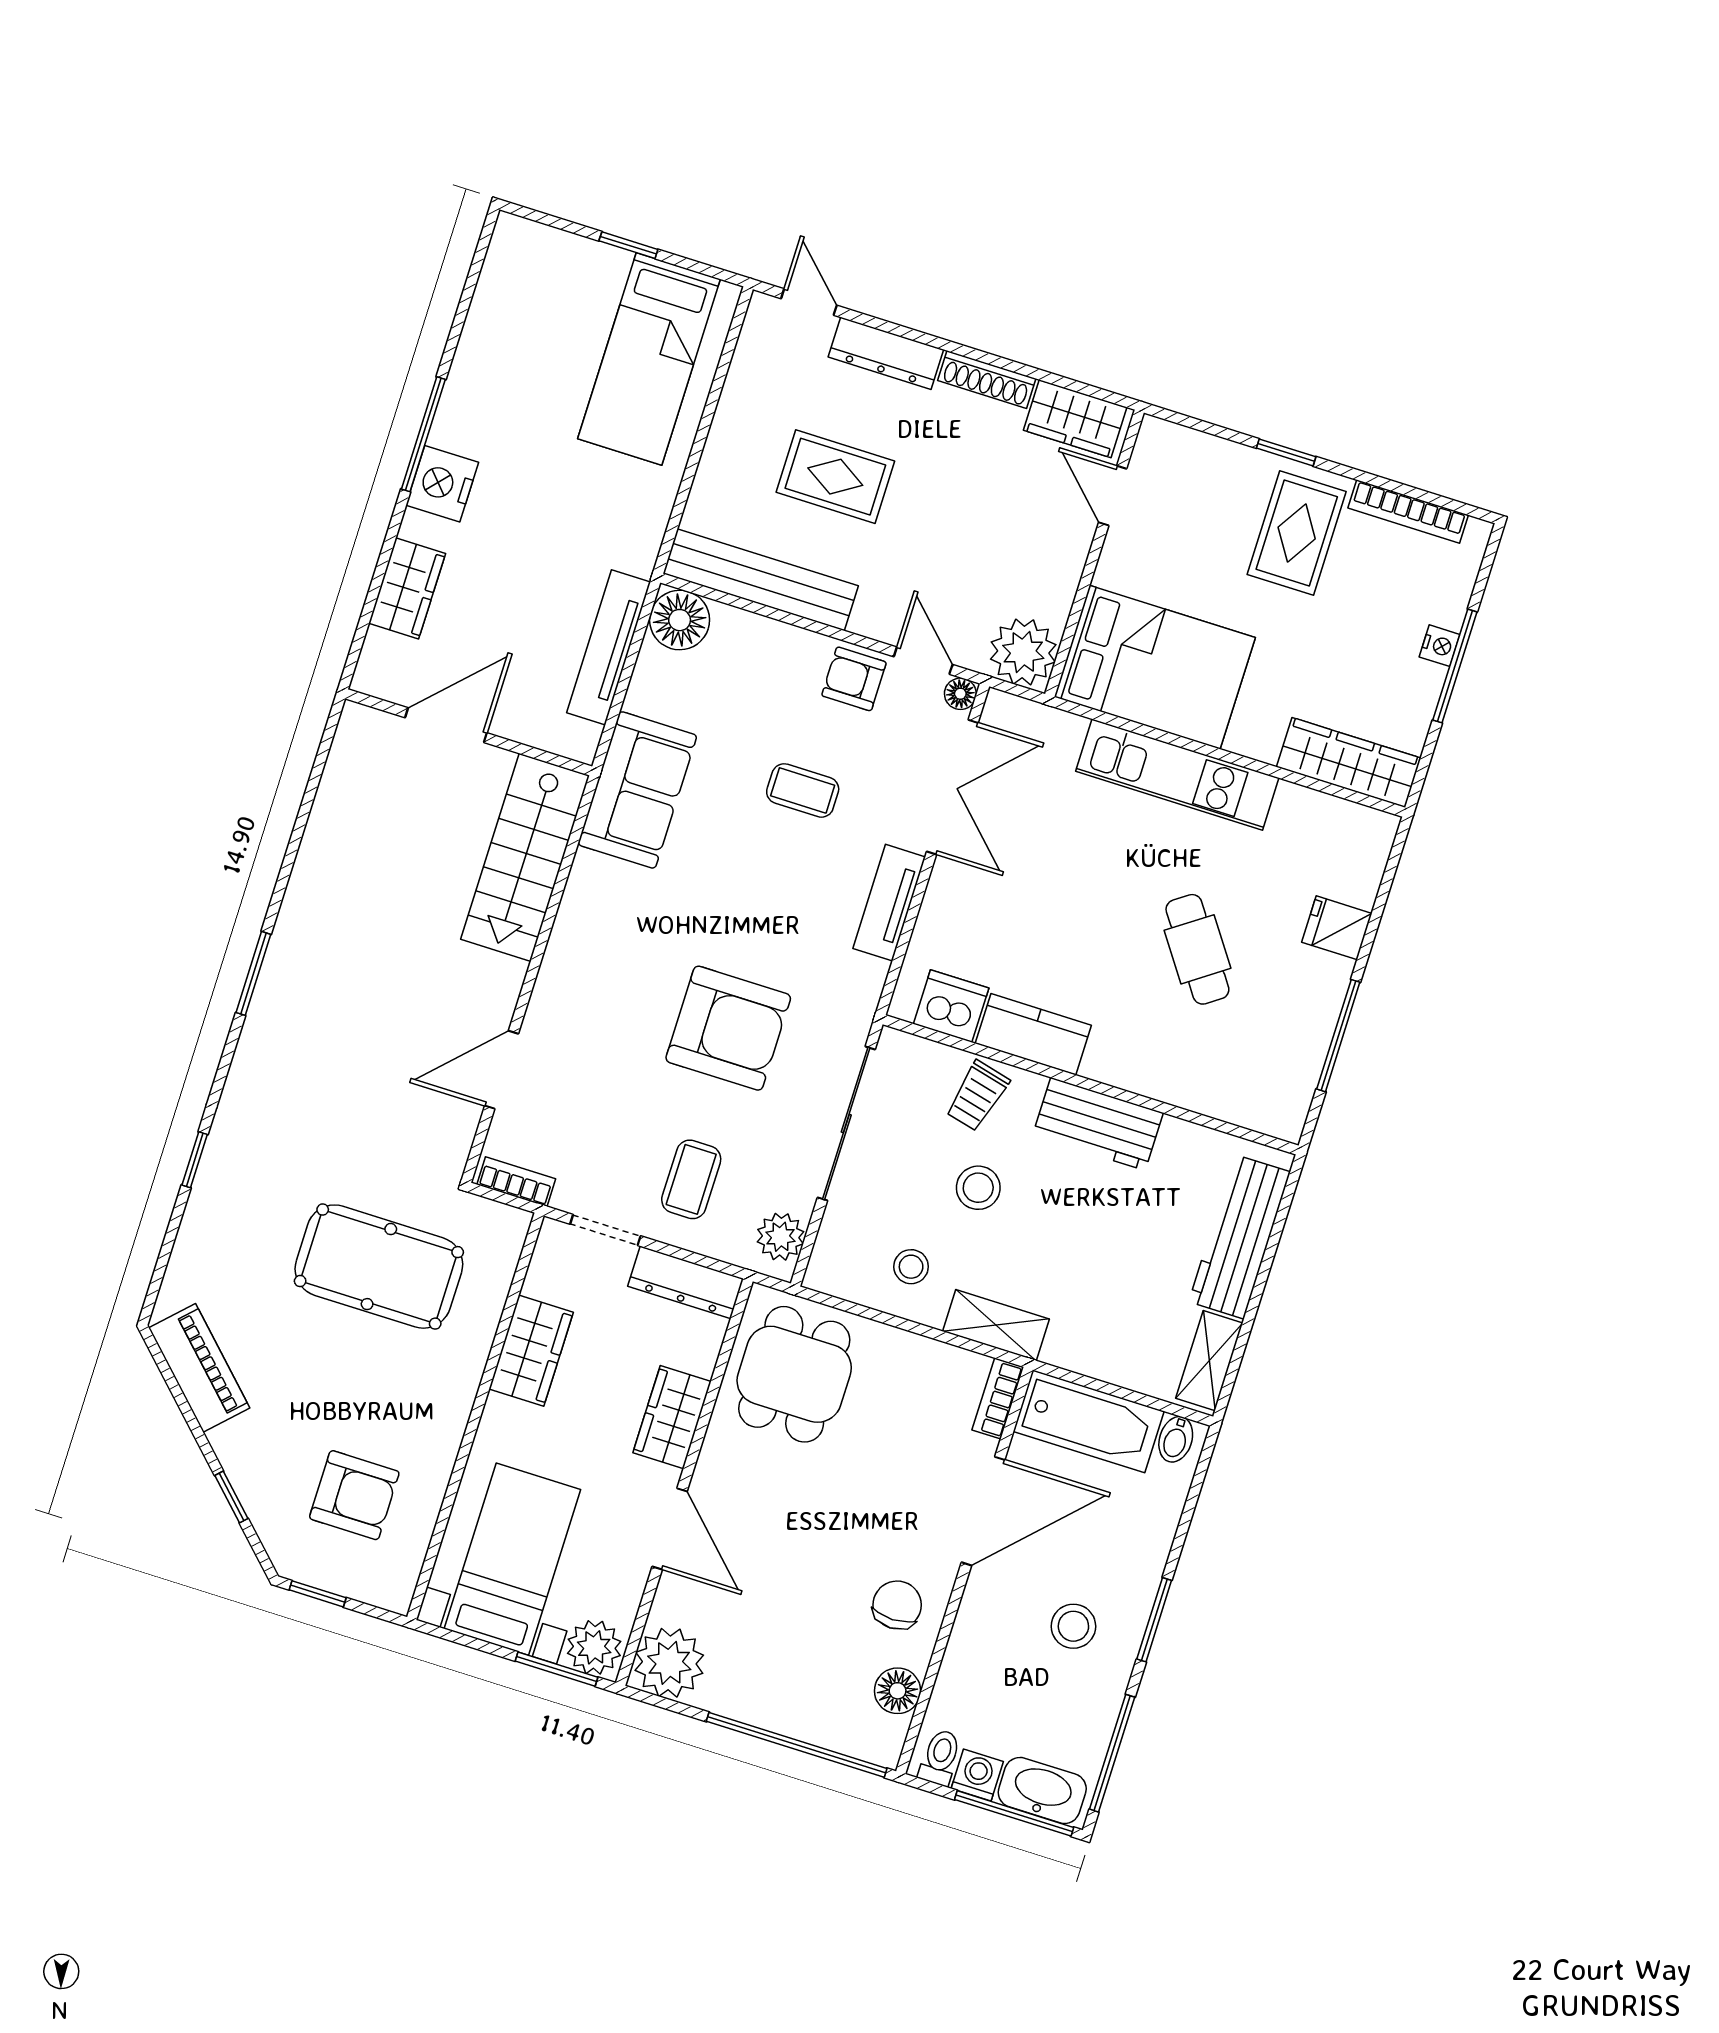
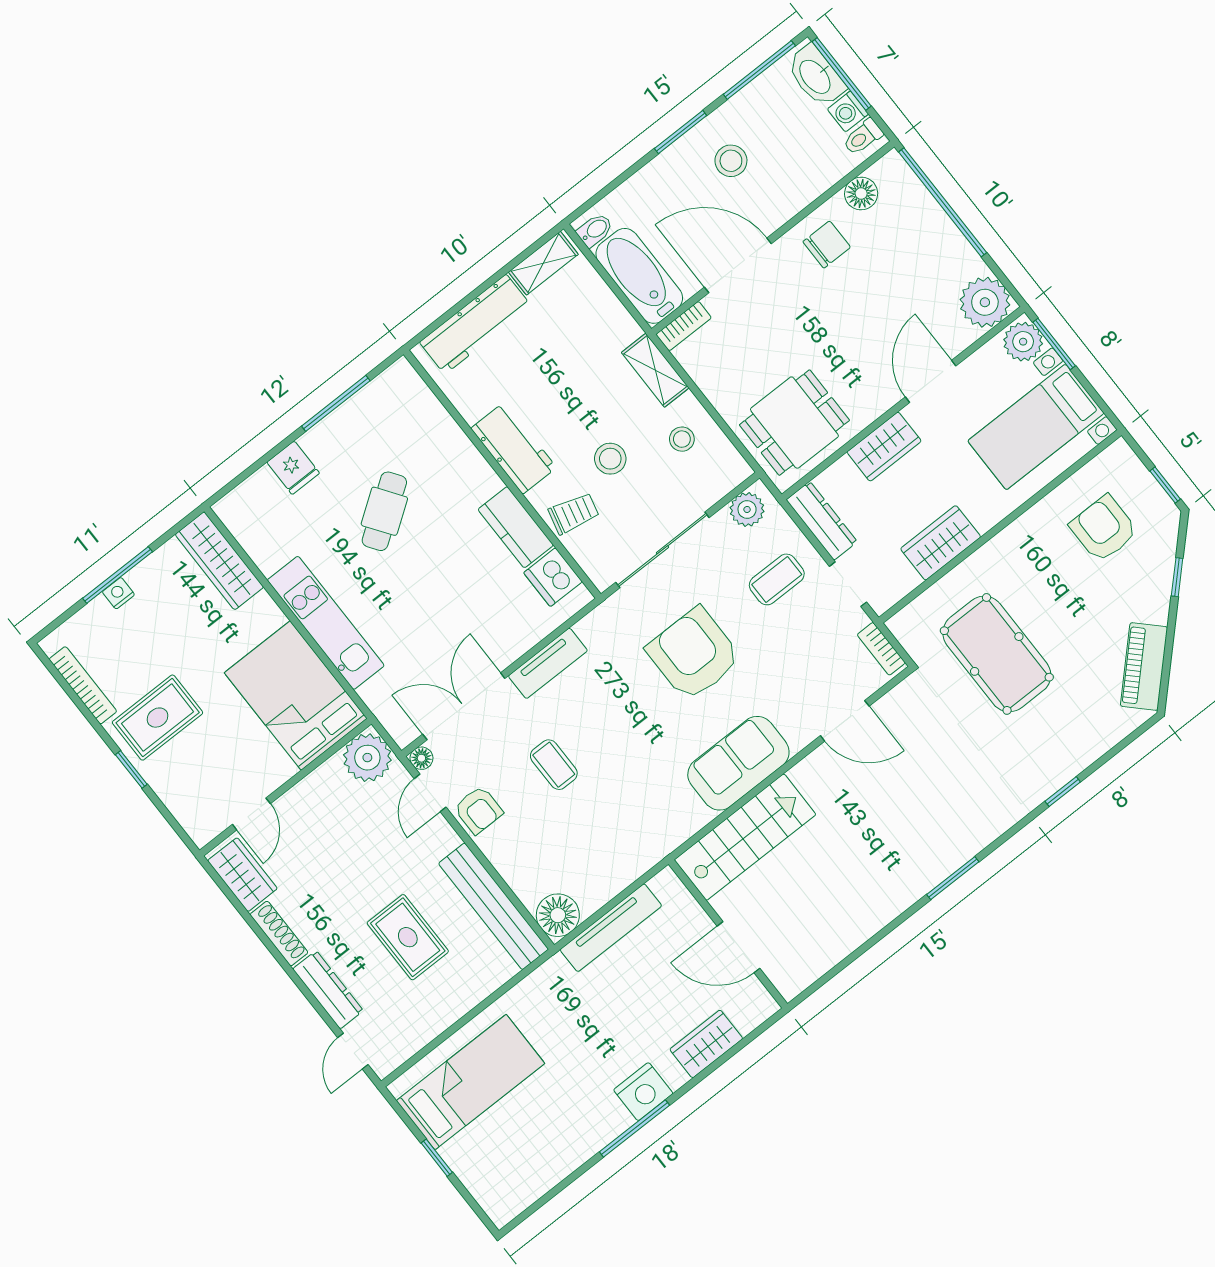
sofa: (637, 790) -> (738, 763), moved
chair: (897, 1605) -> (827, 244), turned 180

